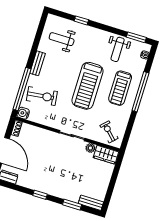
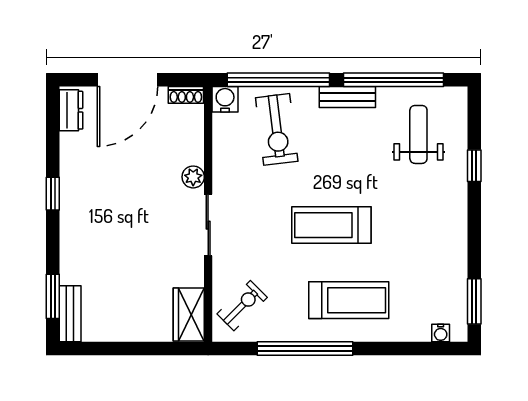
window: (36, 42) -> (393, 80), added
weight bench: (118, 49) -> (434, 268), removed
treadmill: (87, 86) -> (331, 225), width x0.73, depth x0.73
treadmill: (120, 88) -> (349, 300), turned 180
window: (140, 92) -> (305, 348), moved
plant: (90, 148) -> (193, 177), moved
window: (72, 205) -> (53, 296), moved

